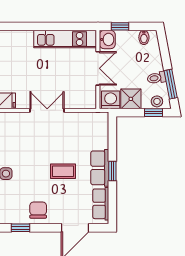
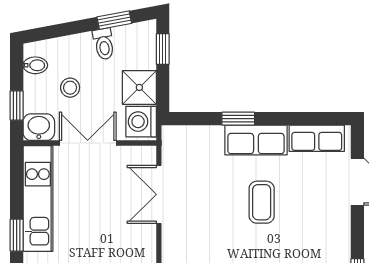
window: (44, 26) -> (17, 235), added
window: (171, 84) -> (114, 20), width x0.67
stool: (157, 101) -> (70, 88), moved
double door: (47, 110) -> (159, 194), moved
window: (112, 171) -> (238, 119), moved
chair: (38, 210) -> (327, 244), removed

